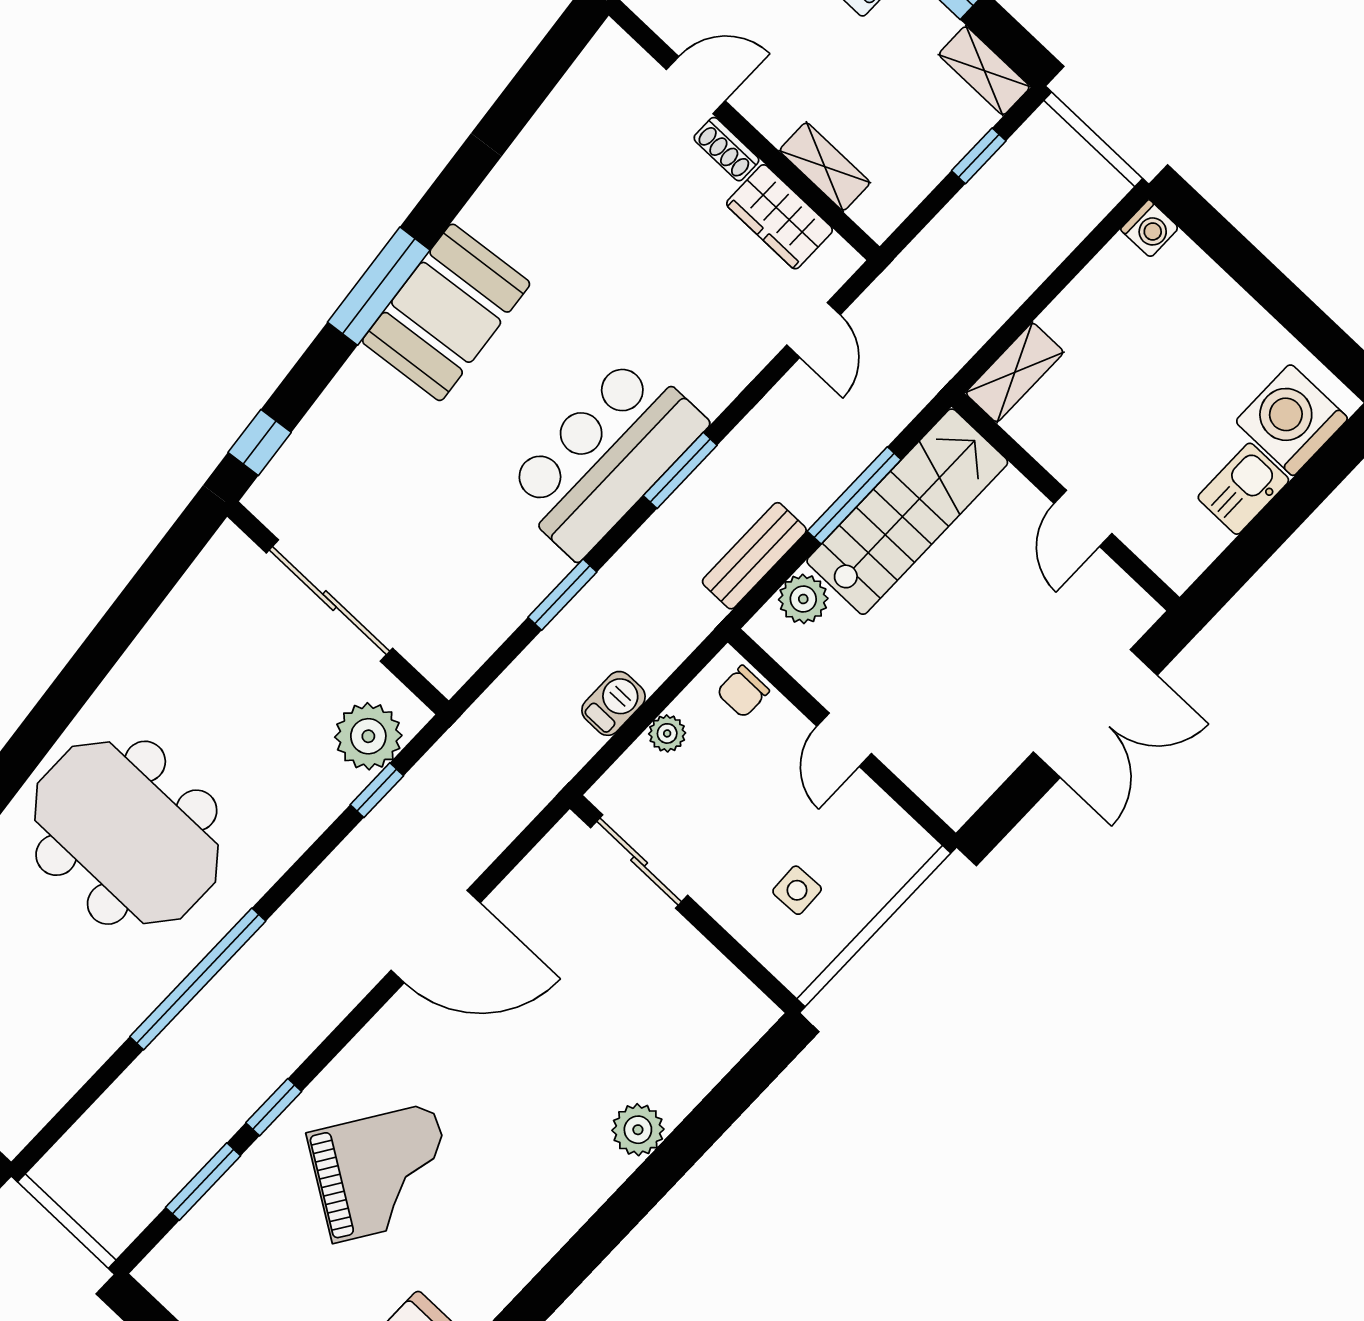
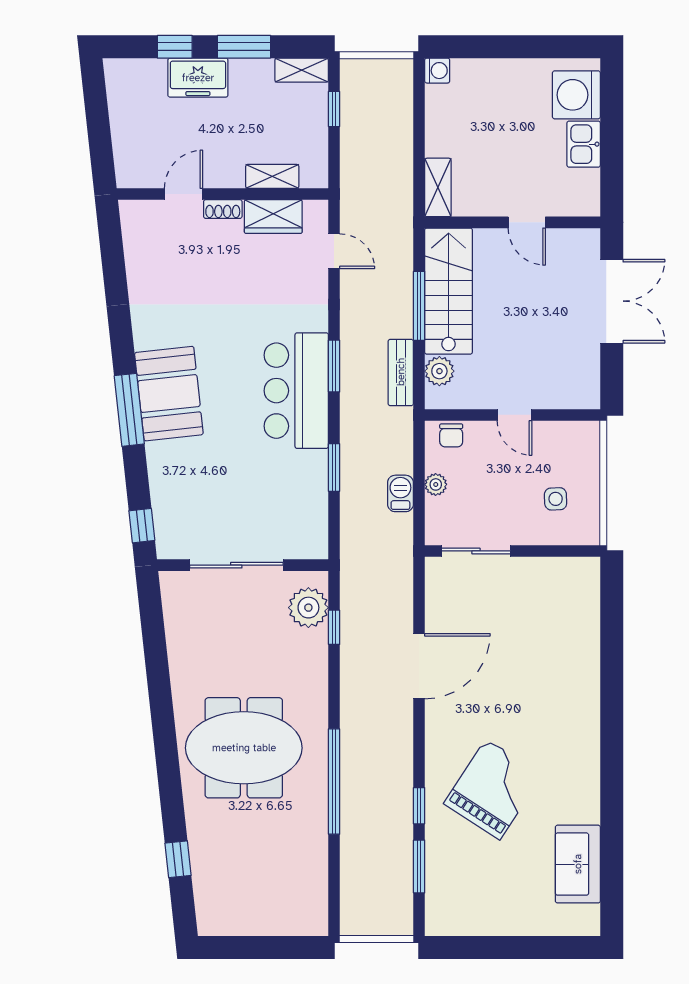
plant: (638, 1130) -> (585, 667), removed

